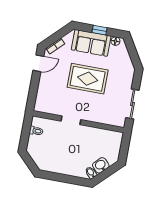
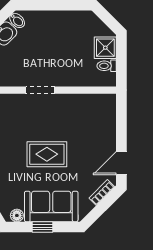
rug: (88, 79) -> (47, 154), width x0.73, depth x0.70
doorway: (71, 120) -> (40, 90), moved
shower: (35, 143) -> (105, 48), added

